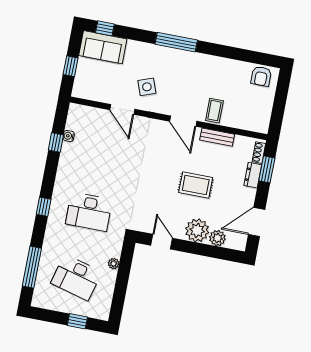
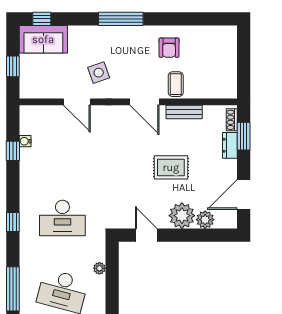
armchair: (261, 76) -> (169, 48), moved

